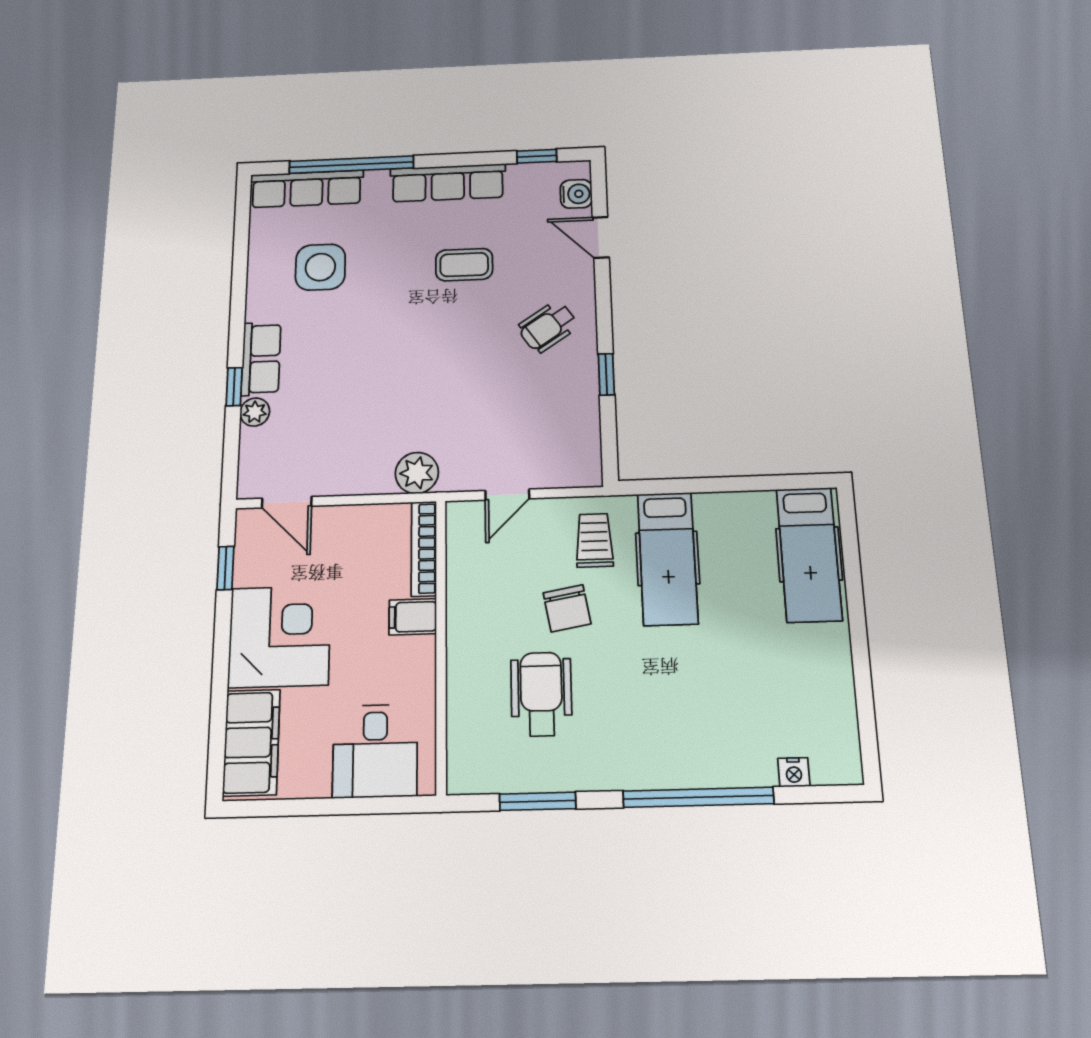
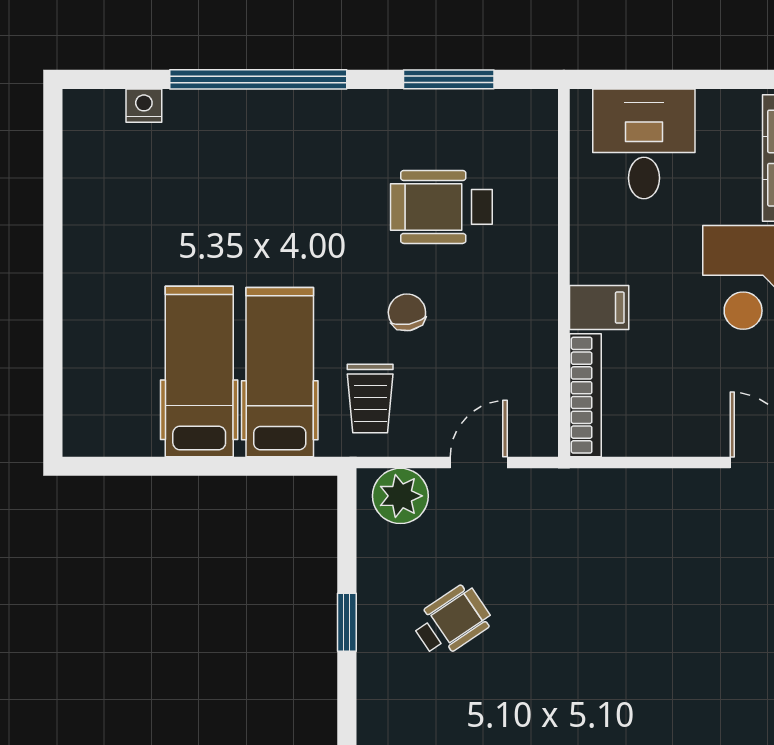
wheelchair: (548, 327) -> (452, 621), moved
plant: (417, 473) -> (400, 496), moved
hospital bed: (809, 554) -> (199, 371), moved
chair: (567, 608) -> (407, 312), width x0.73, depth x0.73
wheelchair: (541, 694) -> (441, 207), turned 90

